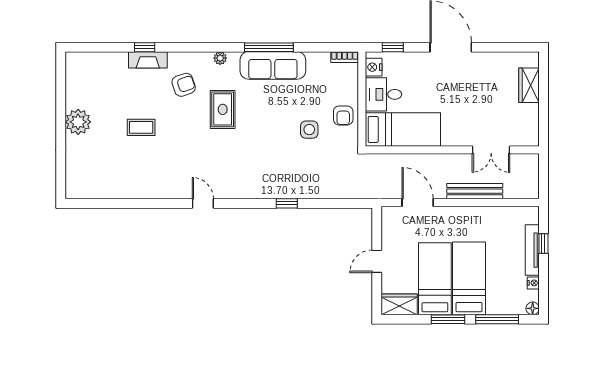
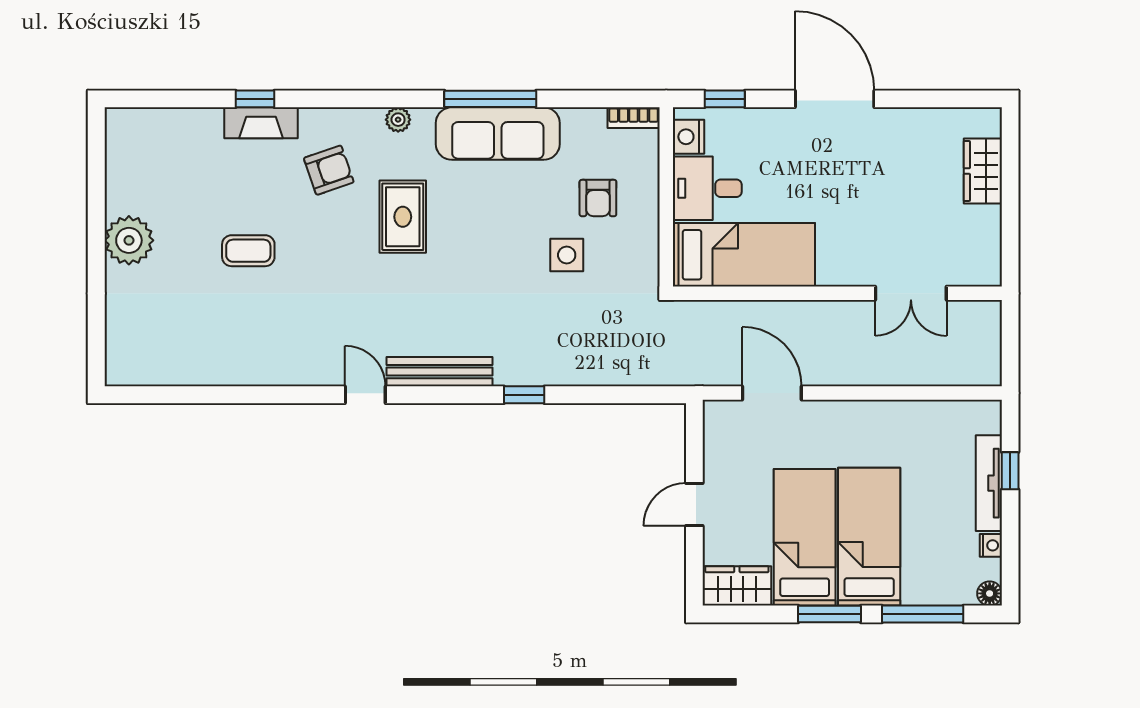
armchair: (343, 115) -> (598, 198), moved
bench: (475, 191) -> (439, 372), moved

